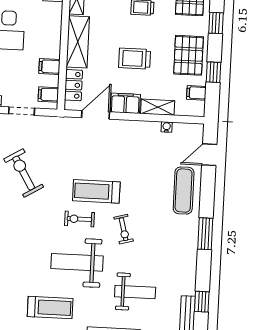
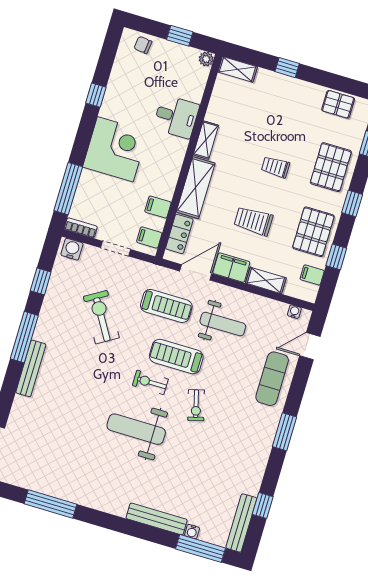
water cooler: (167, 127) -> (294, 312), moved
weight bench: (135, 292) -> (223, 324), moved
treadmill: (50, 307) -> (166, 306), moved

